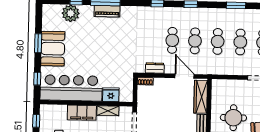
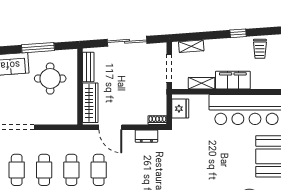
cafe table: (172, 40) -> (126, 170), removed
fridge: (111, 95) -> (180, 109), moved, turned -90

